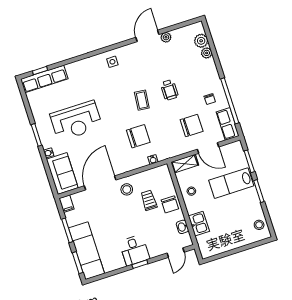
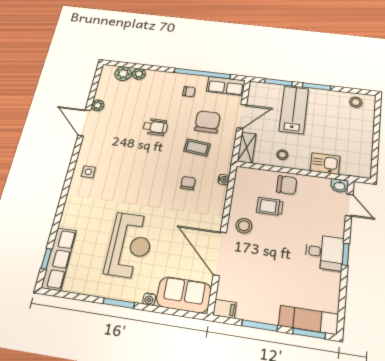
coffee table: (142, 100) -> (197, 147), moved
chair: (138, 136) -> (188, 183), width x0.54, depth x0.54
lab bench: (231, 183) -> (294, 110), turned 180
washbasin: (182, 227) -> (340, 186), moved
exam couch: (87, 251) -> (308, 320), width x0.73, depth x0.69

